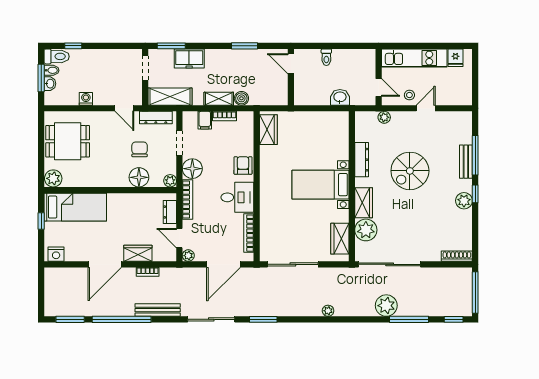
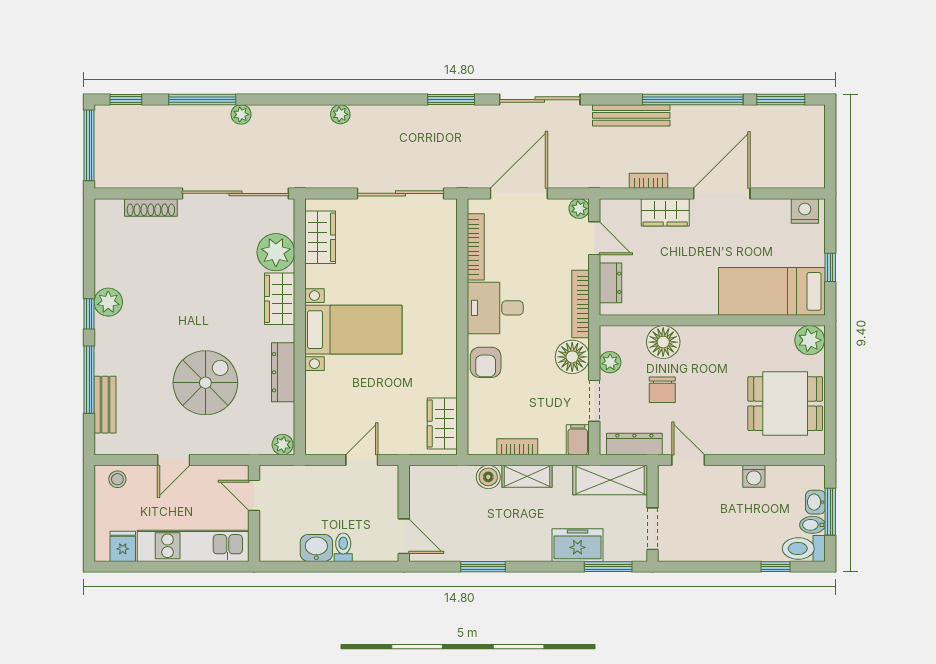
stool: (409, 95) -> (117, 479), moved
washbasin: (340, 97) -> (316, 548), moved, turned 180
door: (315, 108) -> (362, 460), added
plant: (384, 117) -> (283, 445), moved
filing cabinet: (205, 120) -> (578, 440), moved
bench: (466, 162) -> (105, 405), moved
spiral stairs: (410, 171) -> (205, 383), moved
plant: (170, 181) -> (610, 362), moved
shoe rack: (457, 256) -> (151, 207), moved
plant: (386, 306) -> (241, 114), width x0.53, depth x0.53

